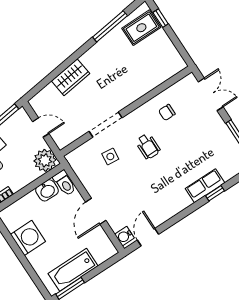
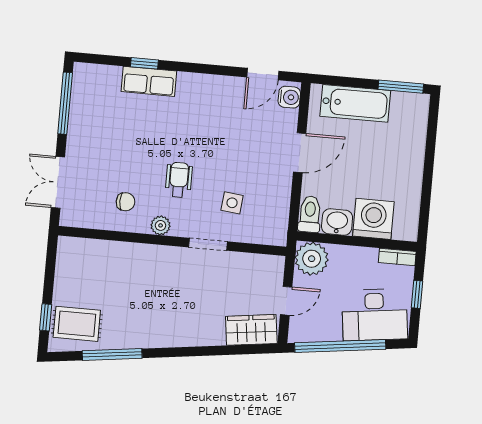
wardrobe: (71, 77) -> (251, 330), moved
plant: (138, 115) -> (161, 225), added
doorway: (106, 125) -> (208, 244), width x0.73
door: (41, 128) -> (286, 301), swing flipped
washing machine: (28, 238) -> (373, 219), moved, turned 90
bathtub: (73, 270) -> (355, 103), moved

